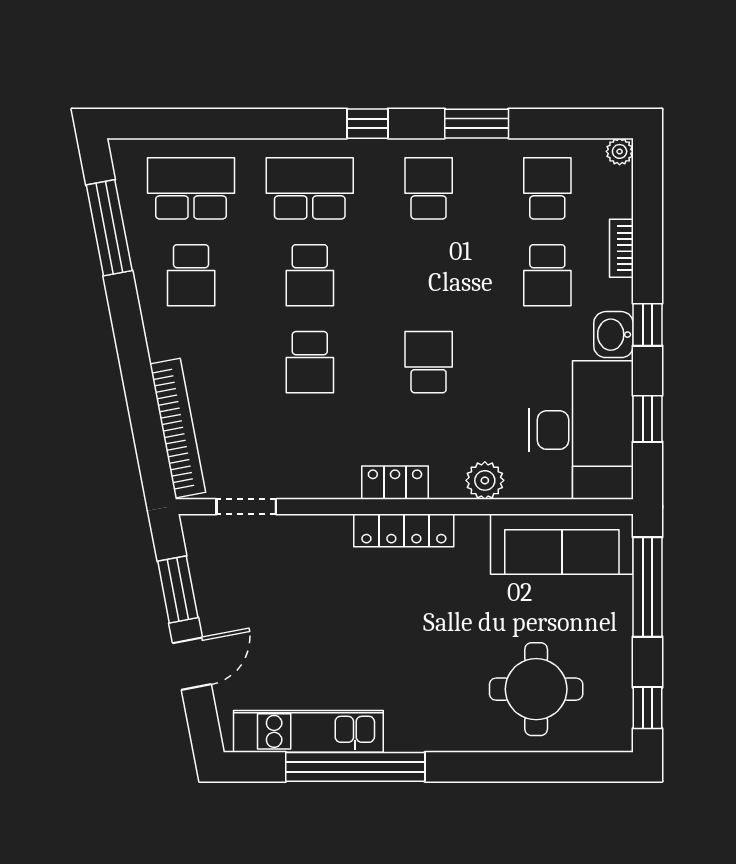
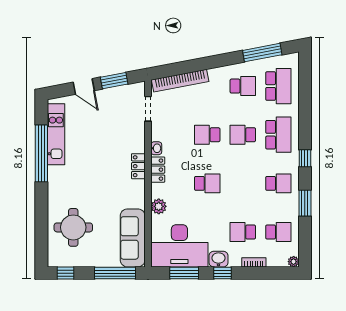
school desk: (191, 275) -> (243, 86), turned 180
window: (647, 419) -> (184, 273), width x1.50
washbasin: (343, 486) -> (156, 148), added
locker: (404, 530) -> (138, 166), width x0.66

